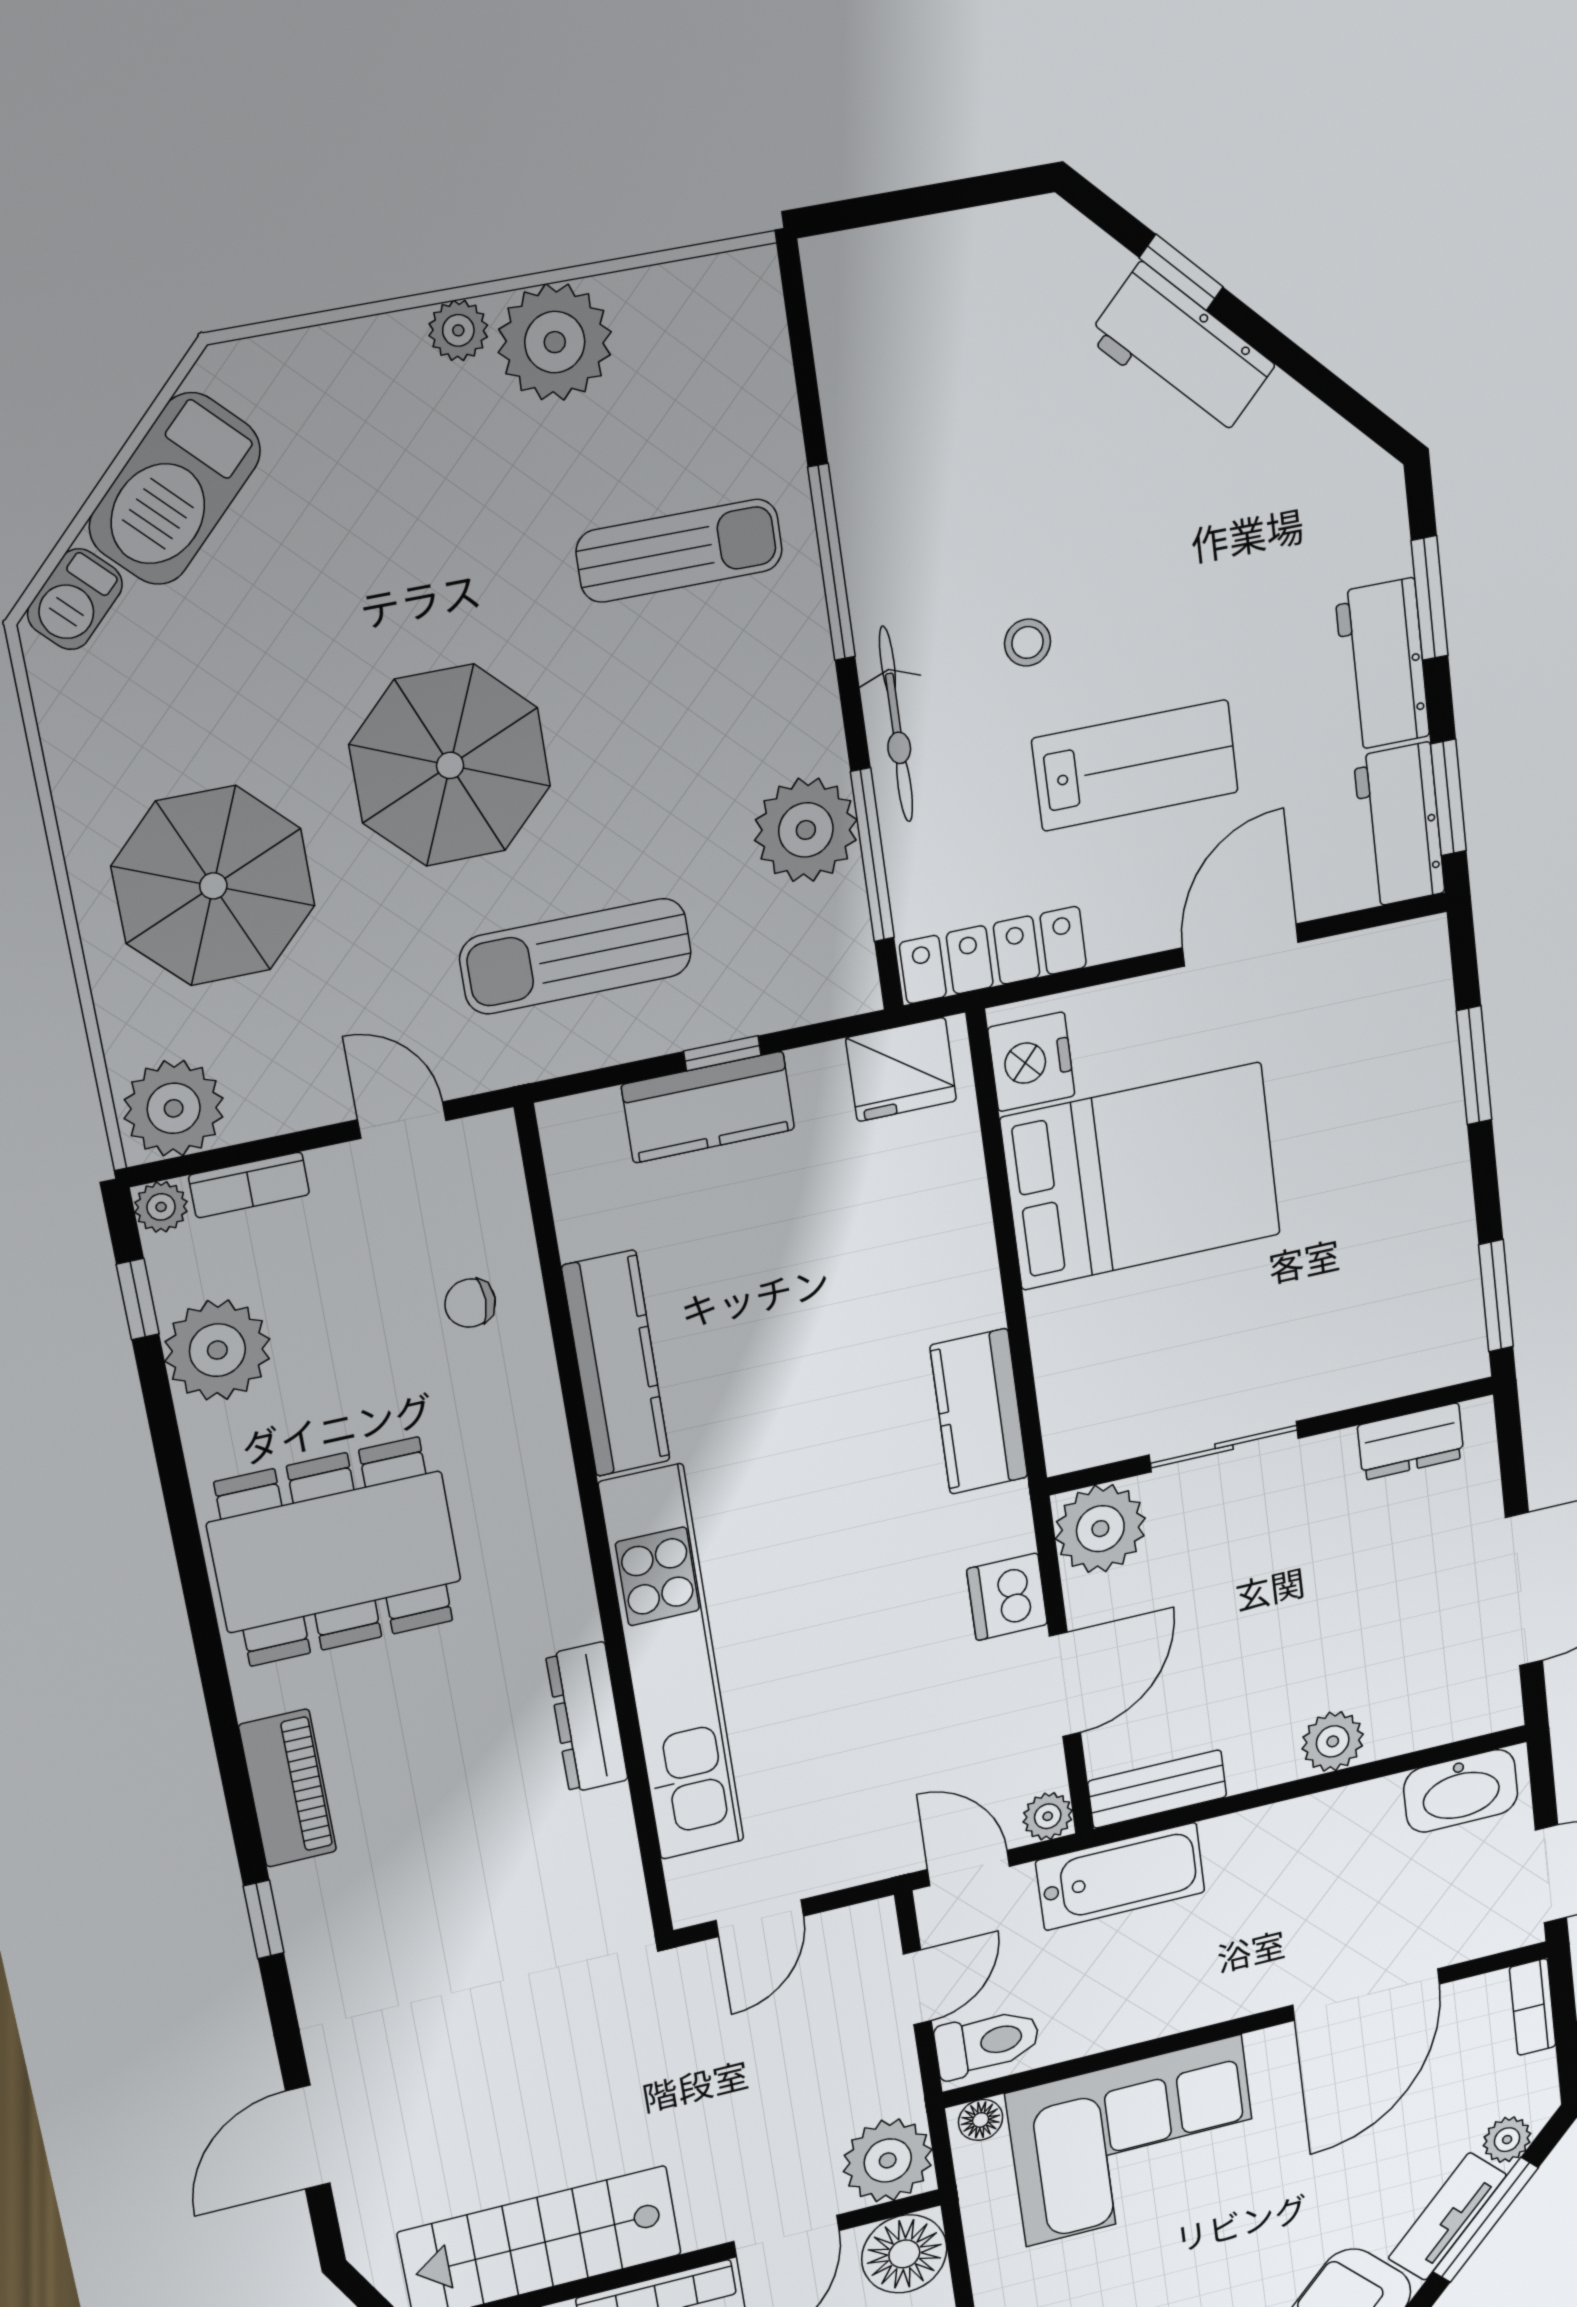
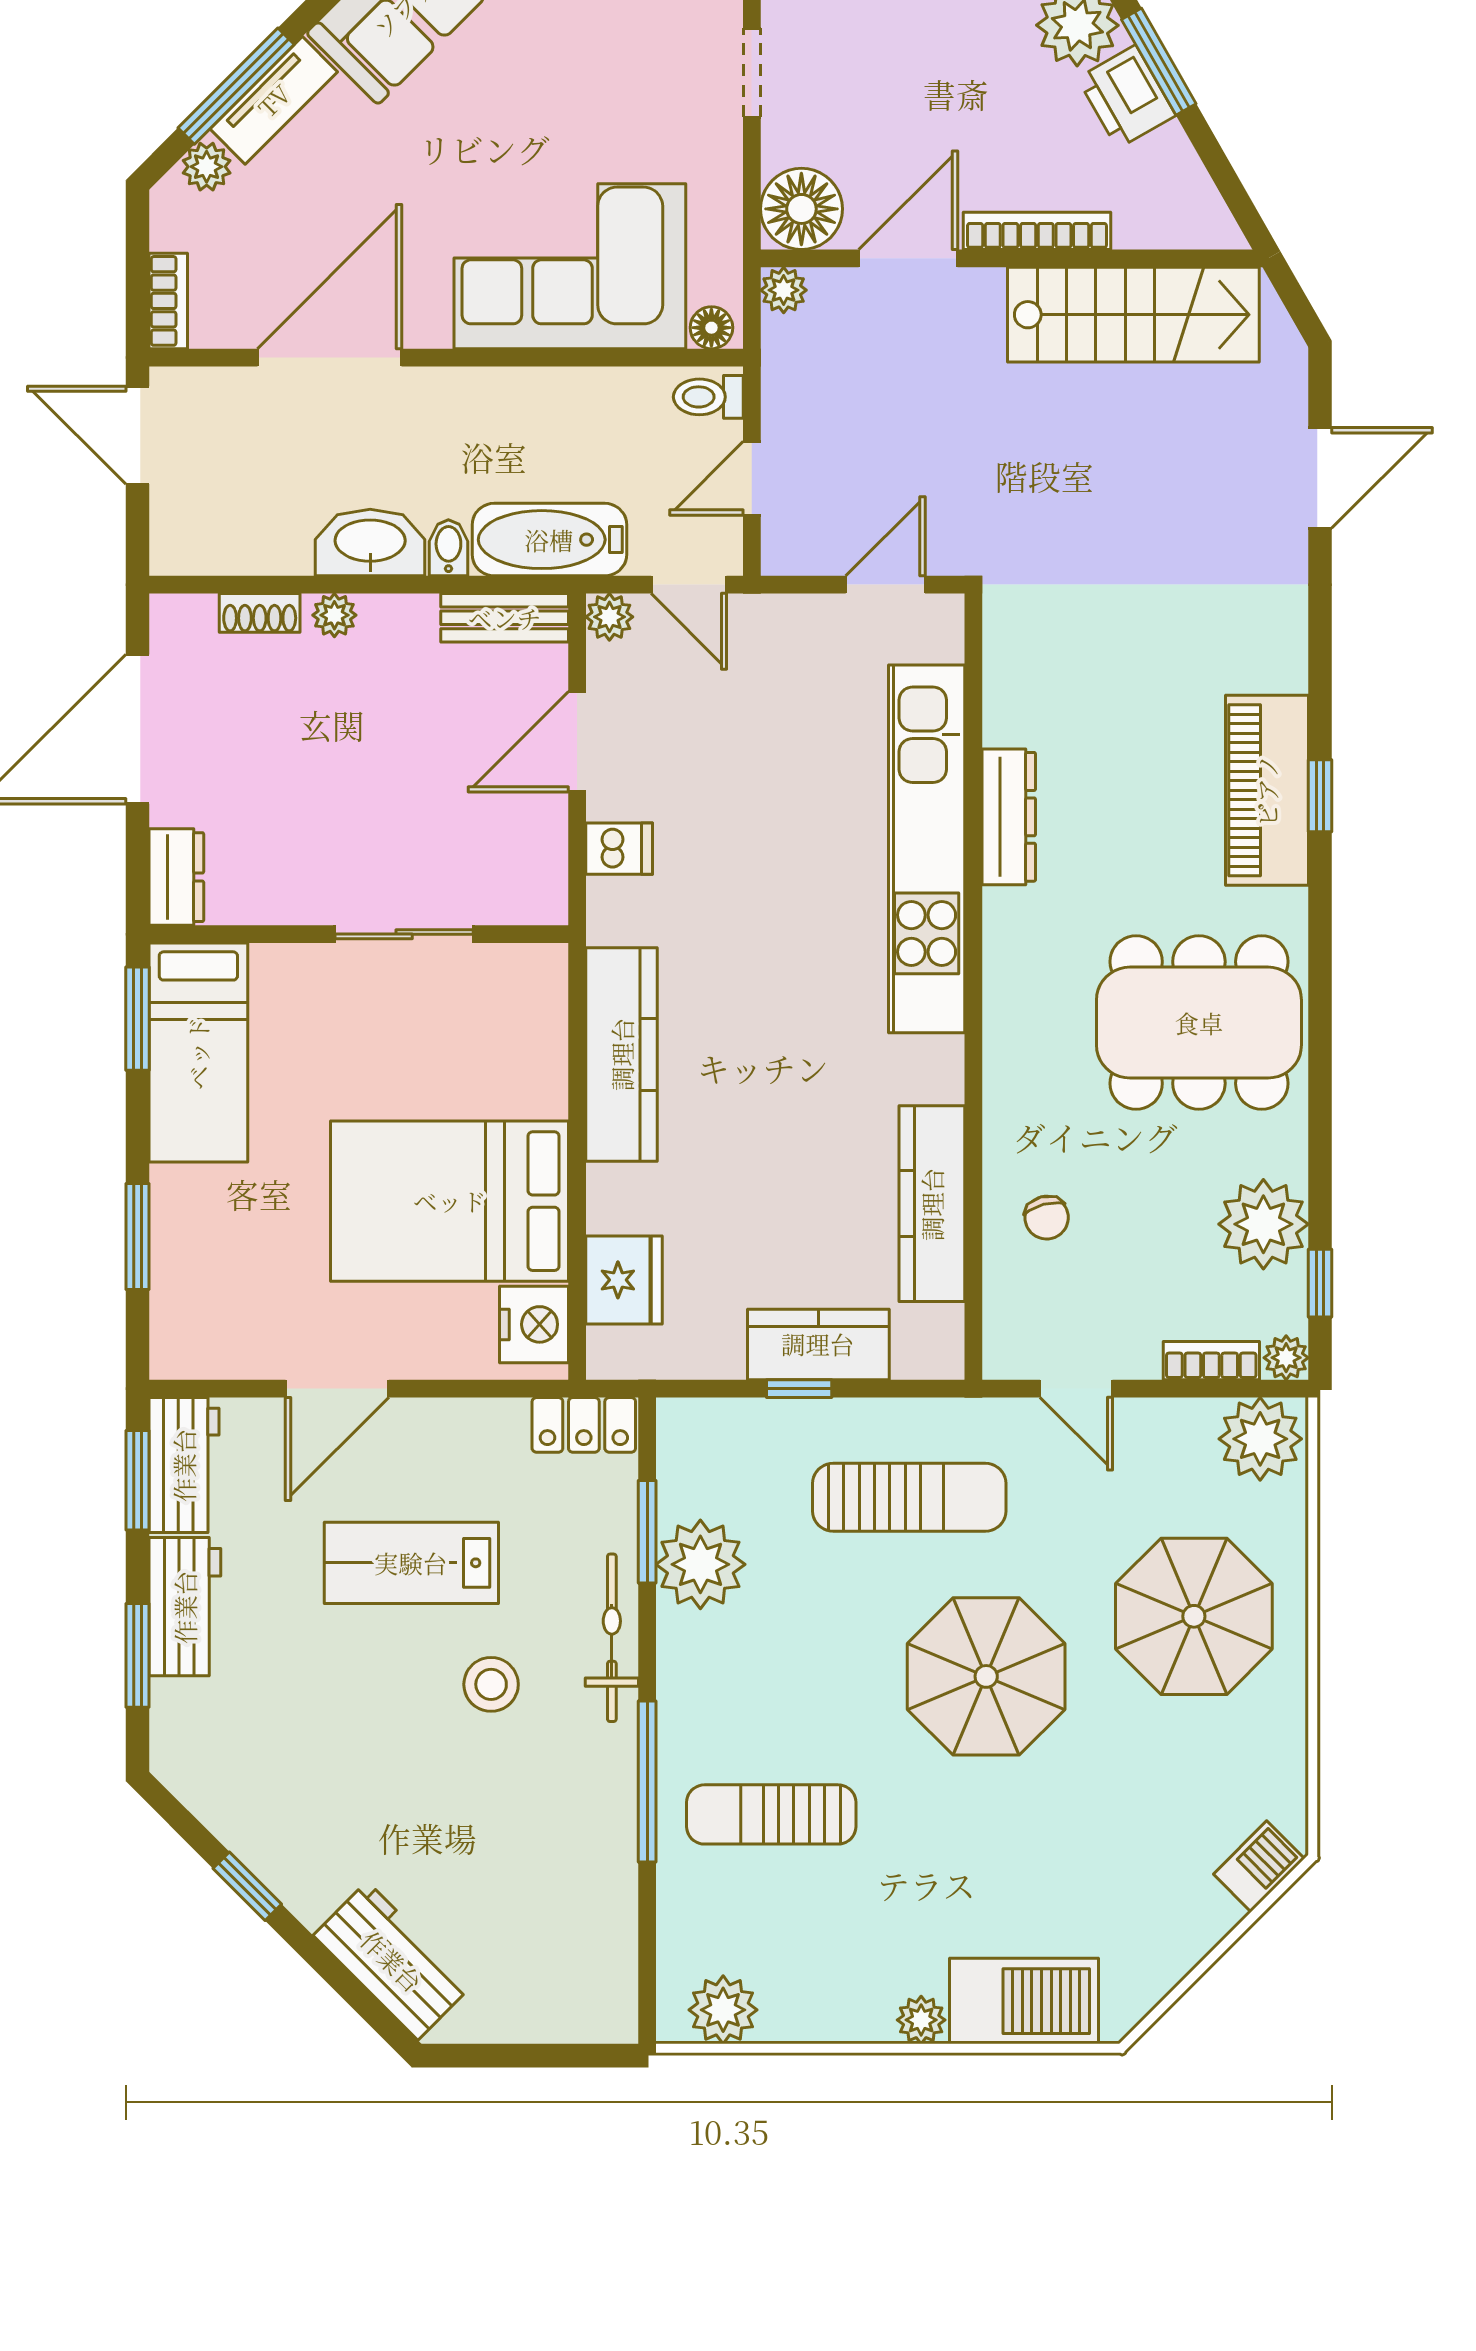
window: (1181, 272) -> (247, 1886), moved
plant: (555, 342) -> (723, 2010), moved, width x0.73, depth x0.73
workbench: (1181, 351) -> (392, 1961), moved
barbecue: (175, 489) -> (1024, 2001), moved, turned 45
stool: (1028, 642) -> (491, 1684), width x1.37, depth x1.37
window: (872, 855) -> (647, 1532), width x0.69
locker: (993, 955) -> (584, 1425), width x0.66
fridge: (901, 1069) -> (624, 1280), moved, turned 90
bed: (1428, 1275) -> (198, 1053), added
chair: (470, 1303) -> (1047, 1218), turned 75
kitchen counter: (616, 1364) -> (932, 1204), moved
kitchen counter: (979, 1411) -> (622, 1054), width x1.50
dresser: (1411, 1442) -> (176, 877), moved, turned 90
plant: (1100, 1529) -> (526, 883), removed
dishwasher: (1007, 1597) -> (619, 849), width x0.73
shoe rack: (1410, 1733) -> (260, 613), added
plant: (1333, 1741) -> (334, 615), width x0.73, depth x0.73
piano: (288, 1788) -> (1267, 790), width x1.37, depth x1.33
washbasin: (1461, 1791) -> (370, 543), moved
bidet: (1224, 1843) -> (448, 548), added
window: (264, 1919) -> (1320, 796), moved
toilet: (987, 2043) -> (708, 397), width x0.73, depth x0.72
plant: (888, 2160) -> (784, 290), width x0.53, depth x0.53

